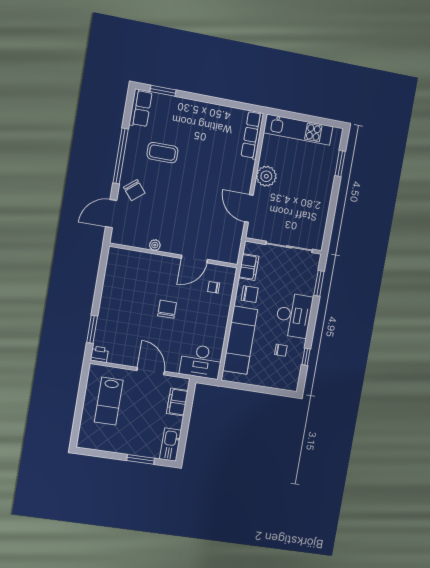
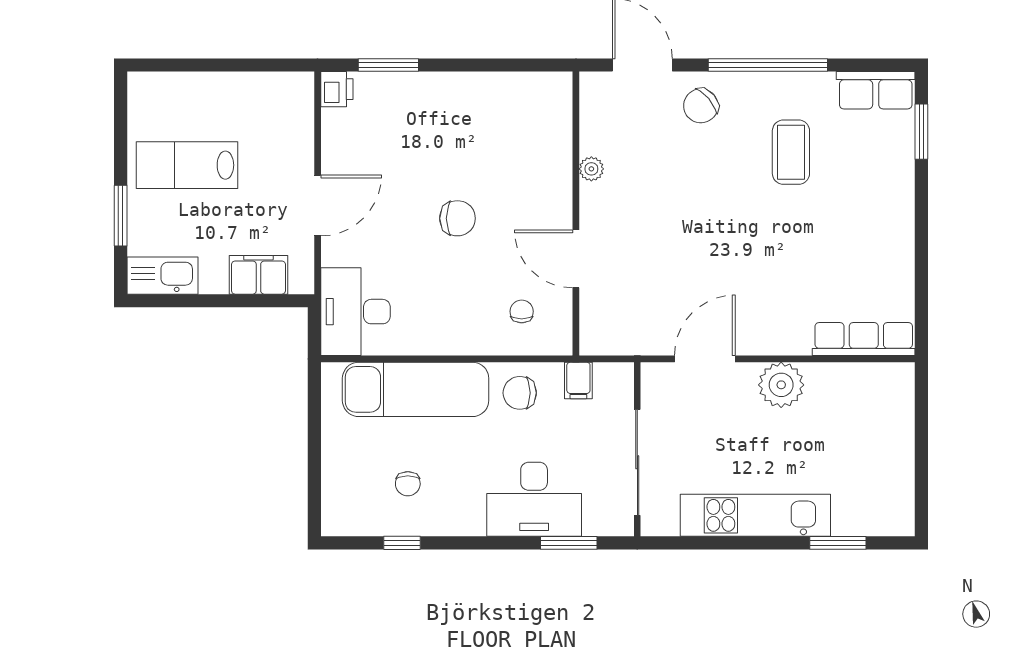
kitchen unit: (298, 130) -> (755, 515), moved, turned 90
filing cabinet: (249, 267) -> (578, 380), width x0.50
chair: (250, 294) -> (520, 393), turned 90
desk: (294, 315) -> (534, 499), moved
lab bench: (109, 401) -> (187, 165), moved

